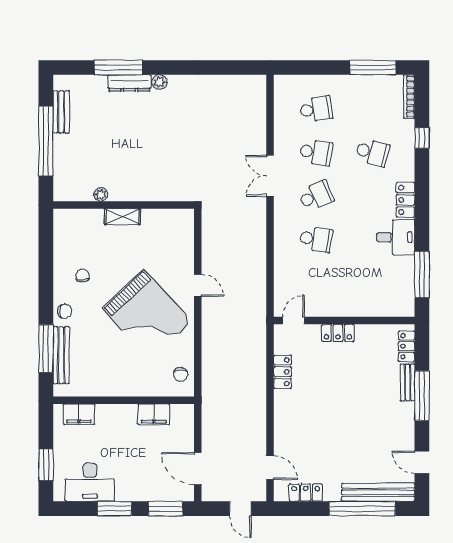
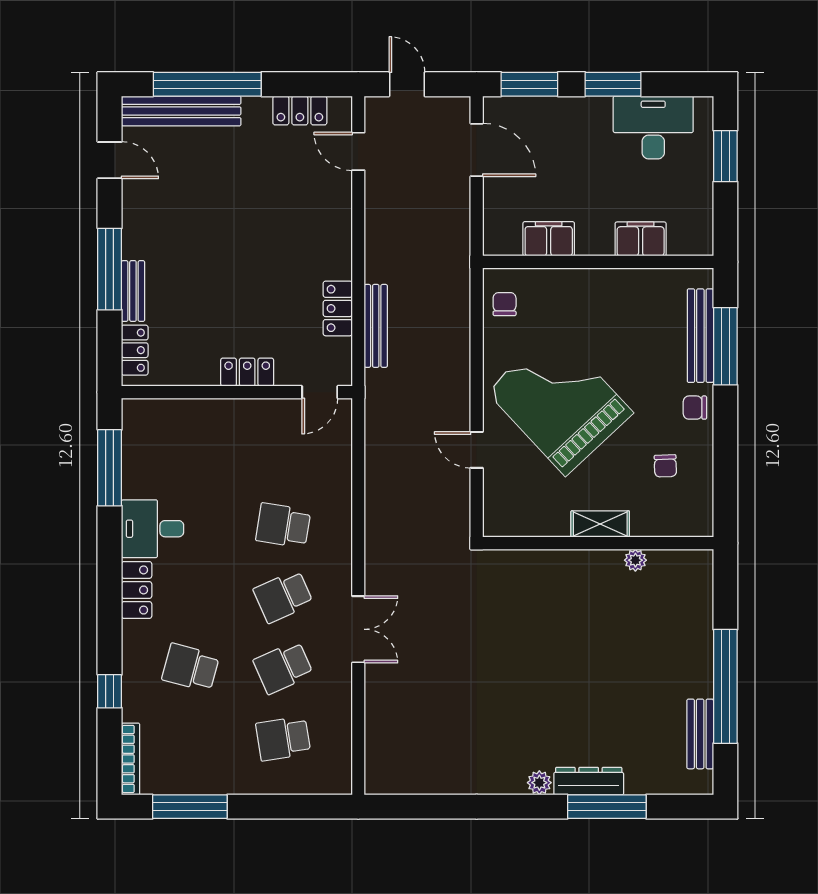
school desk: (316, 152) -> (283, 667), turned -33
plant: (101, 194) -> (635, 560), moved
wall: (124, 205) -> (598, 543), moved
shelving: (122, 217) -> (600, 524), moved
bench: (259, 361) -> (376, 326), added
filing cabinet: (79, 414) -> (641, 239), moved

